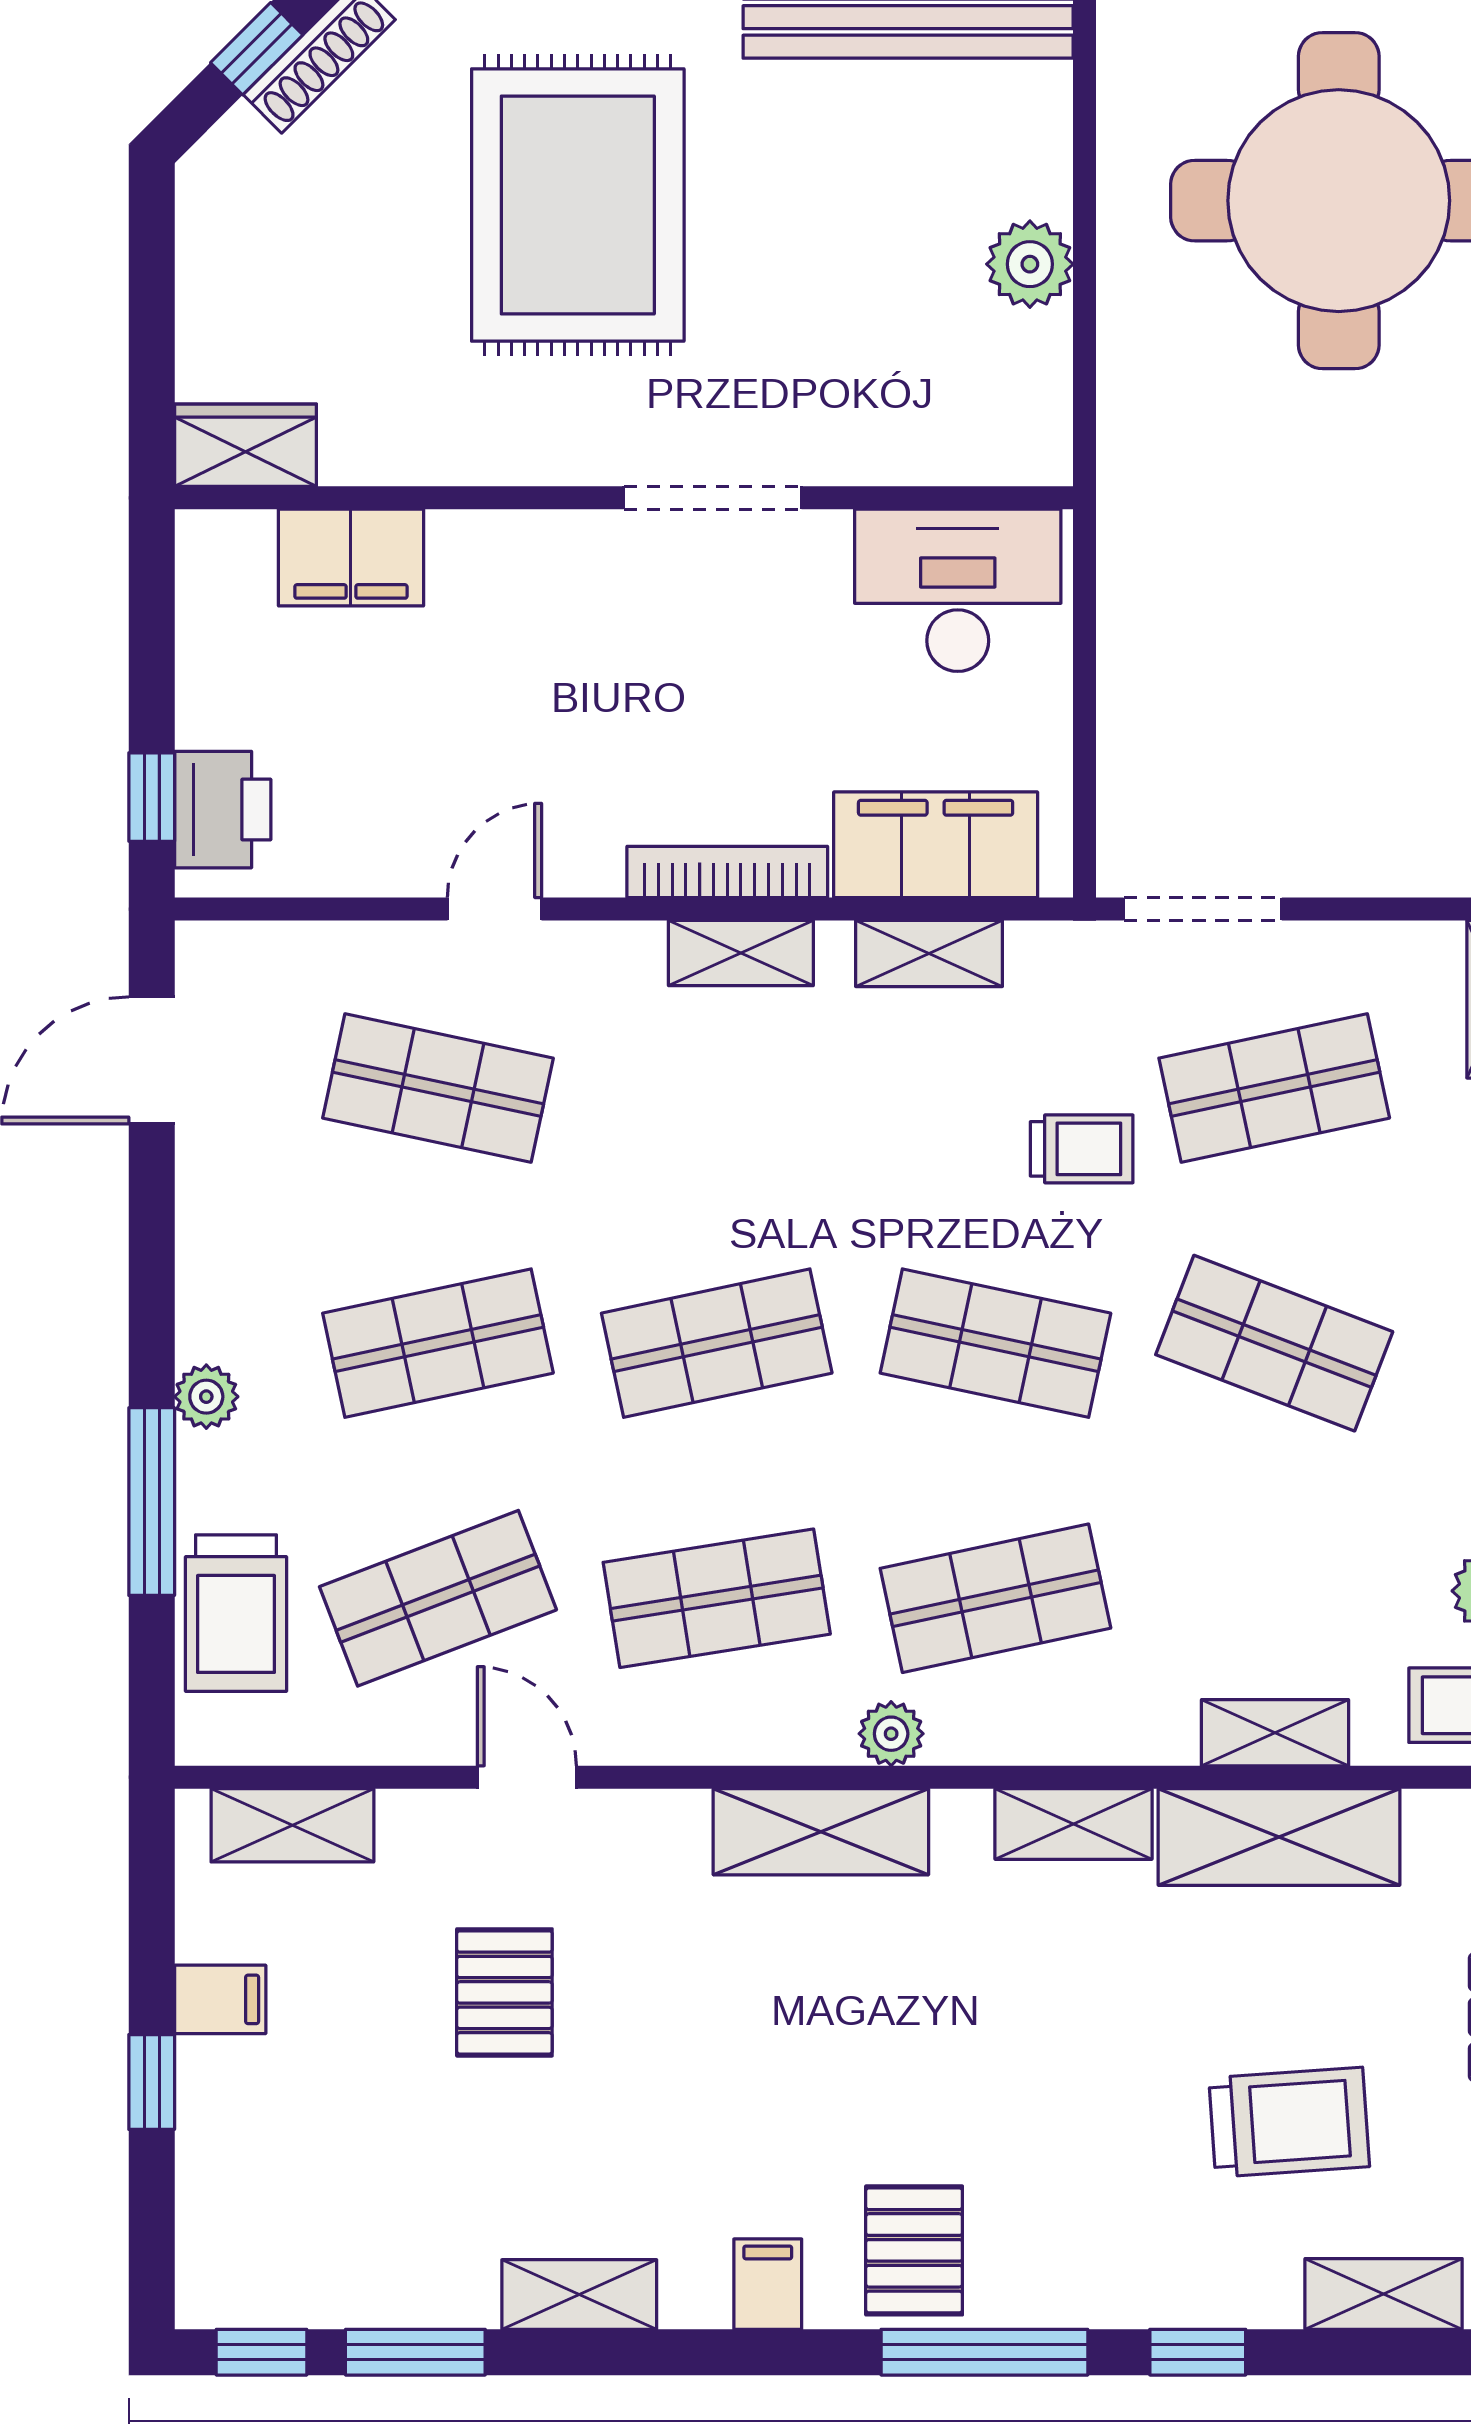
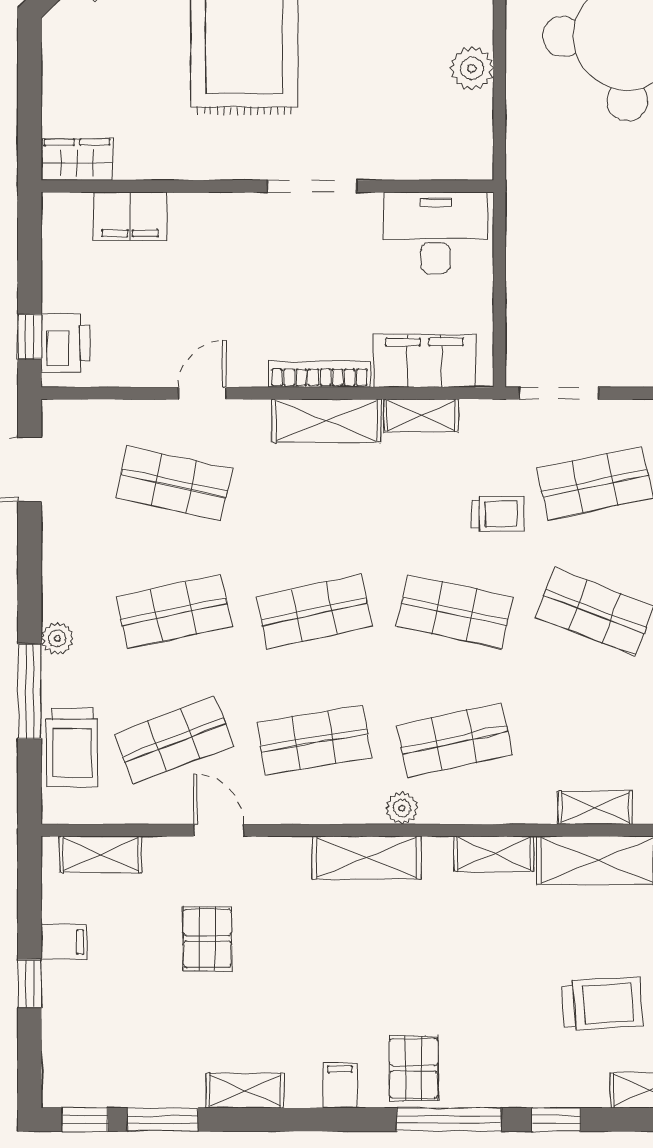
shelving: (741, 953) -> (326, 421), width x1.50, depth x1.33

